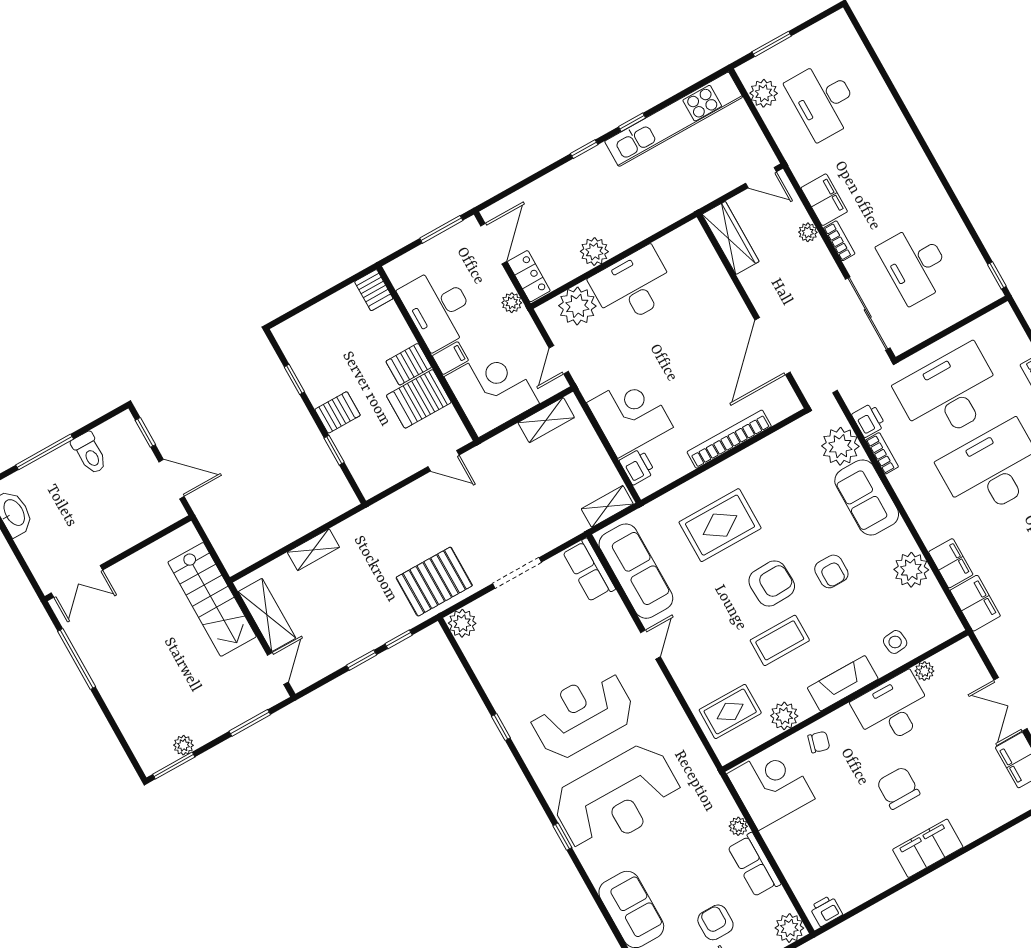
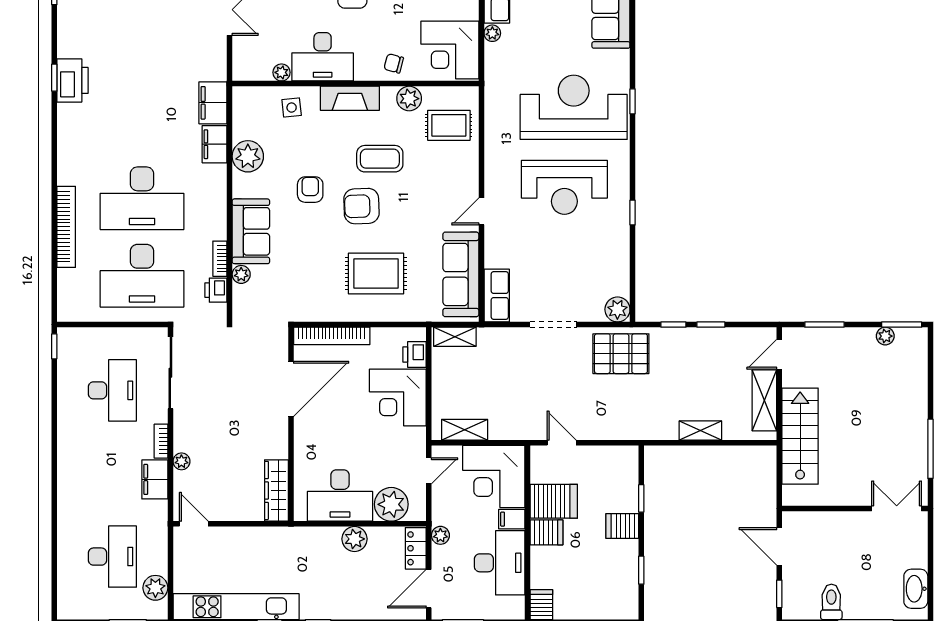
wardrobe: (731, 238) -> (276, 490), moved
wall: (753, 311) -> (291, 424), moved
door: (773, 346) -> (291, 389), moved
plant: (840, 446) -> (241, 274), width x0.53, depth x0.53

